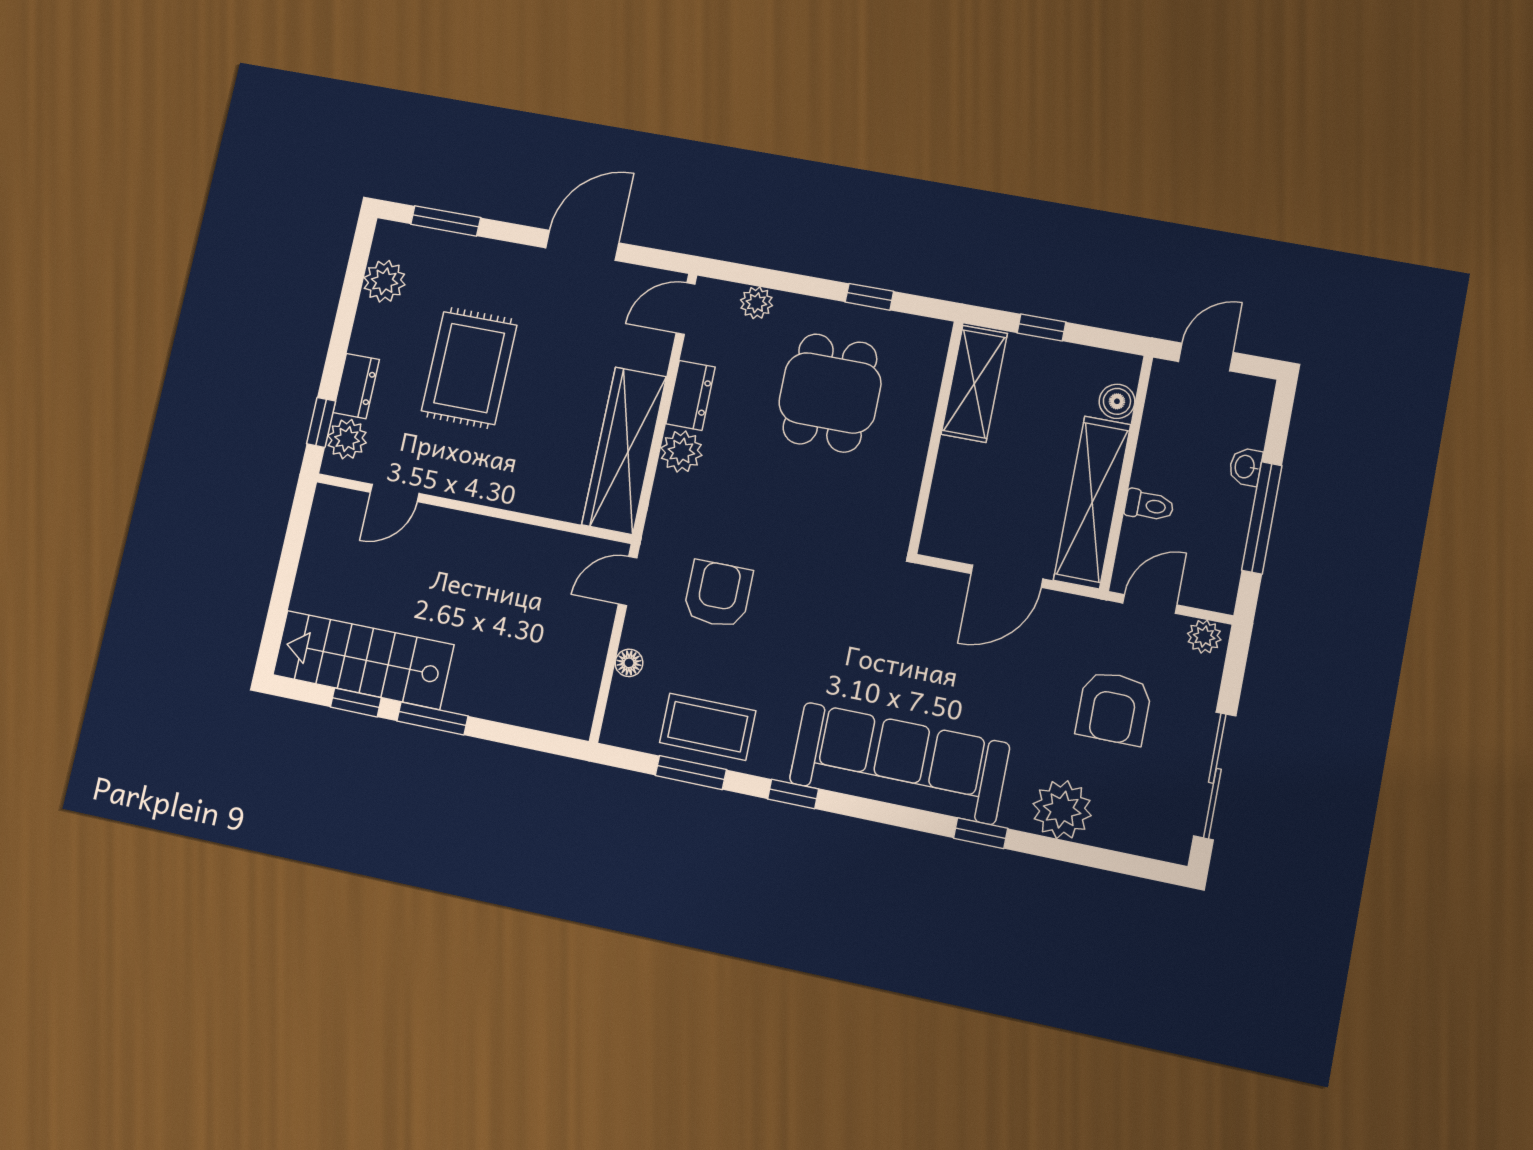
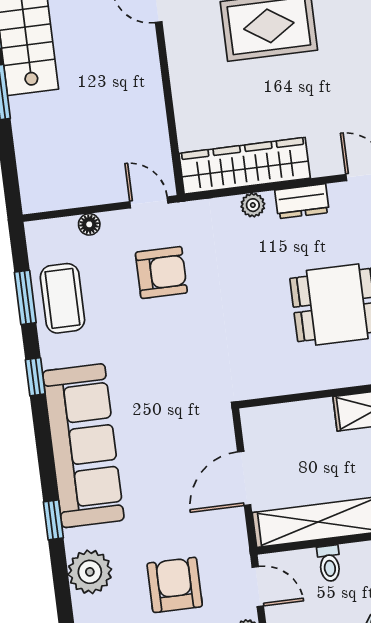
plant: (681, 451) -> (253, 205), width x0.73, depth x0.73
door: (1007, 576) -> (244, 478), hinge flipped
armchair: (1114, 708) -> (175, 585), turned 90

